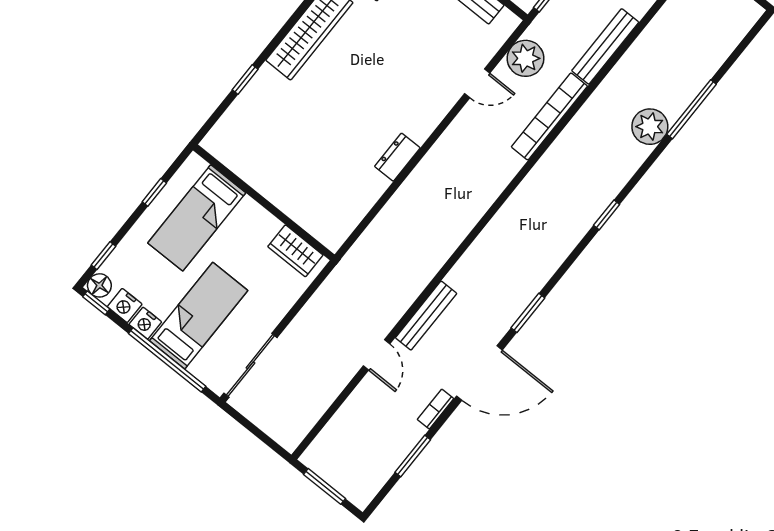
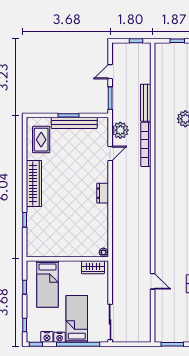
dresser: (397, 157) -> (103, 193), moved
plant: (333, 240) -> (104, 252), added
floor lamp: (99, 285) -> (32, 337), removed
bench: (426, 316) -> (159, 253), removed

